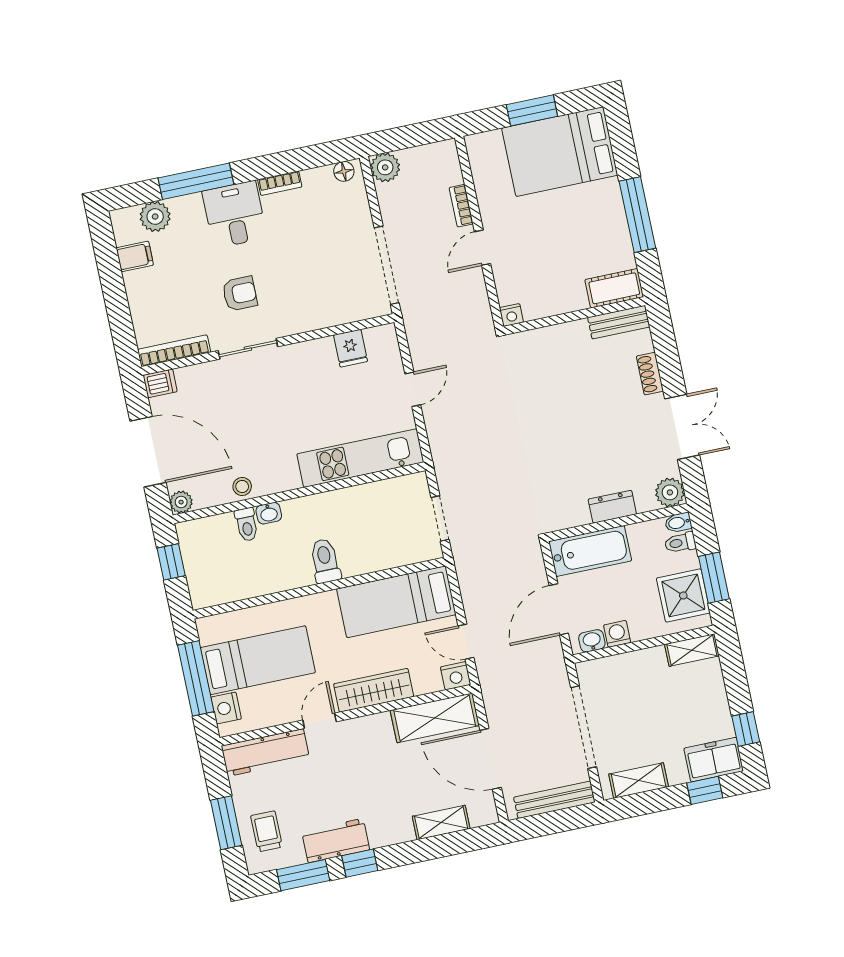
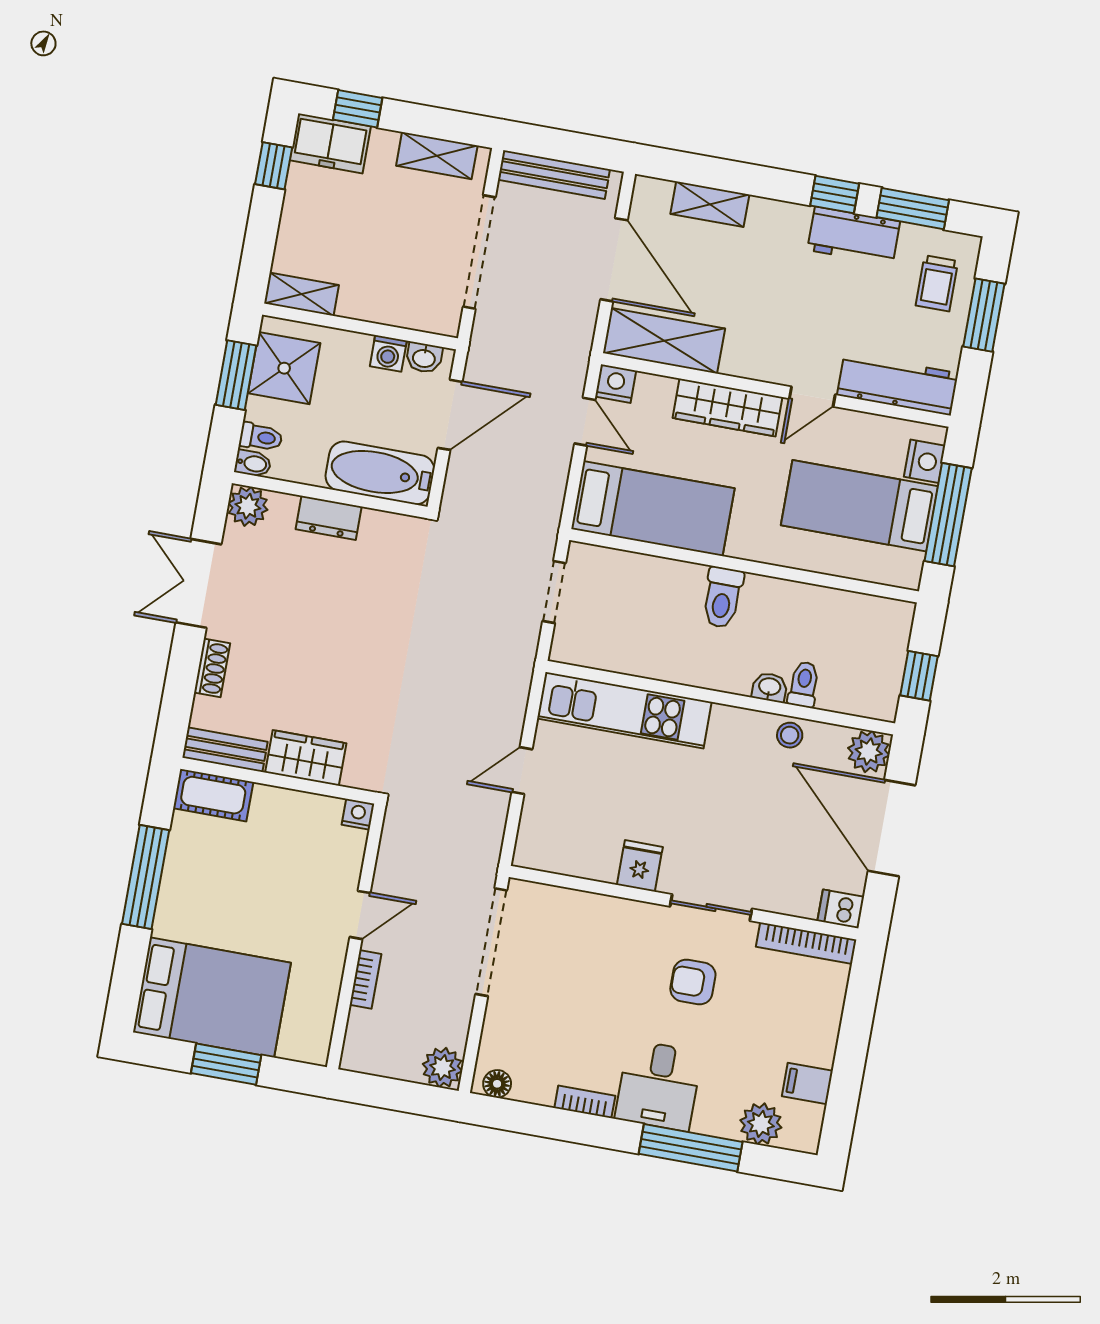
wardrobe: (562, 339) -> (306, 758), added
fridge: (351, 348) -> (640, 866), moved
plant: (181, 502) -> (869, 752), width x1.38, depth x1.38

